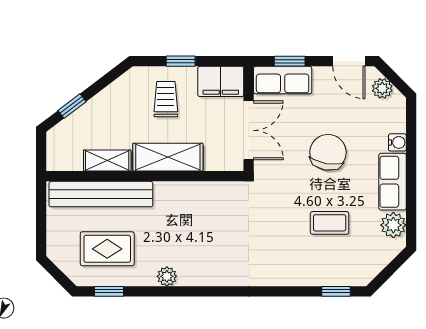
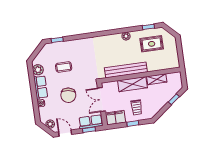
bench: (101, 194) -> (126, 70), moved

